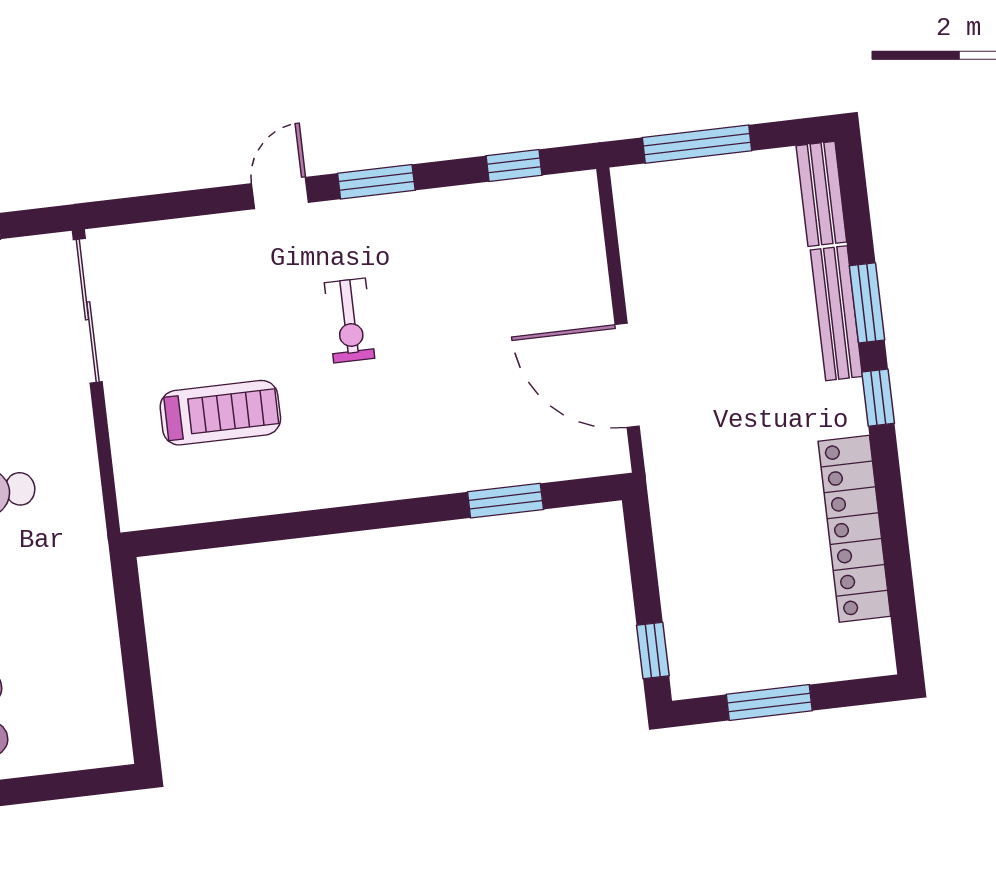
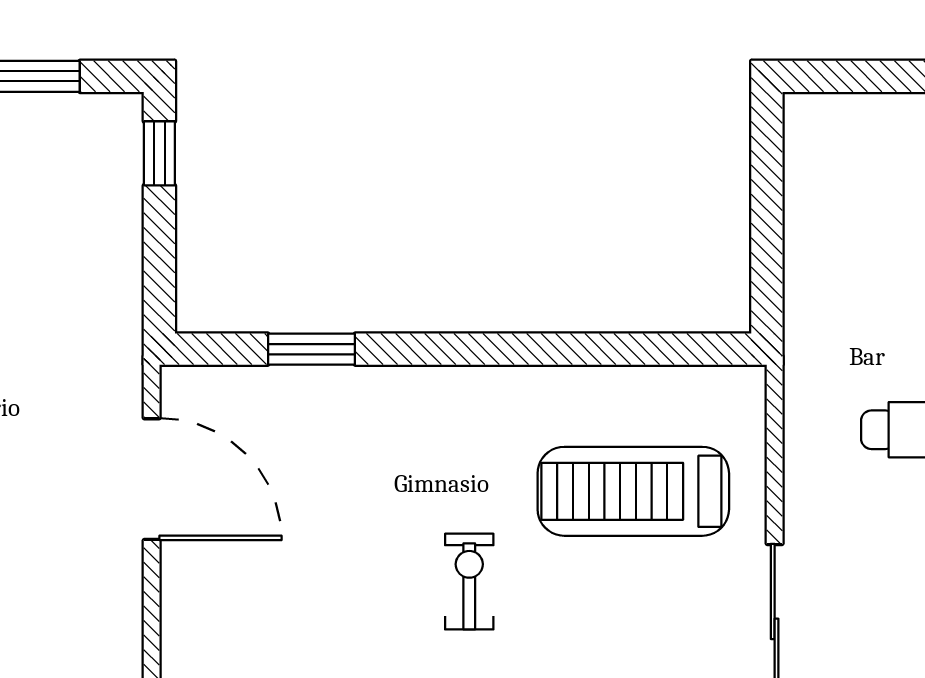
treadmill: (220, 413) -> (633, 491), width x1.37, depth x1.38

